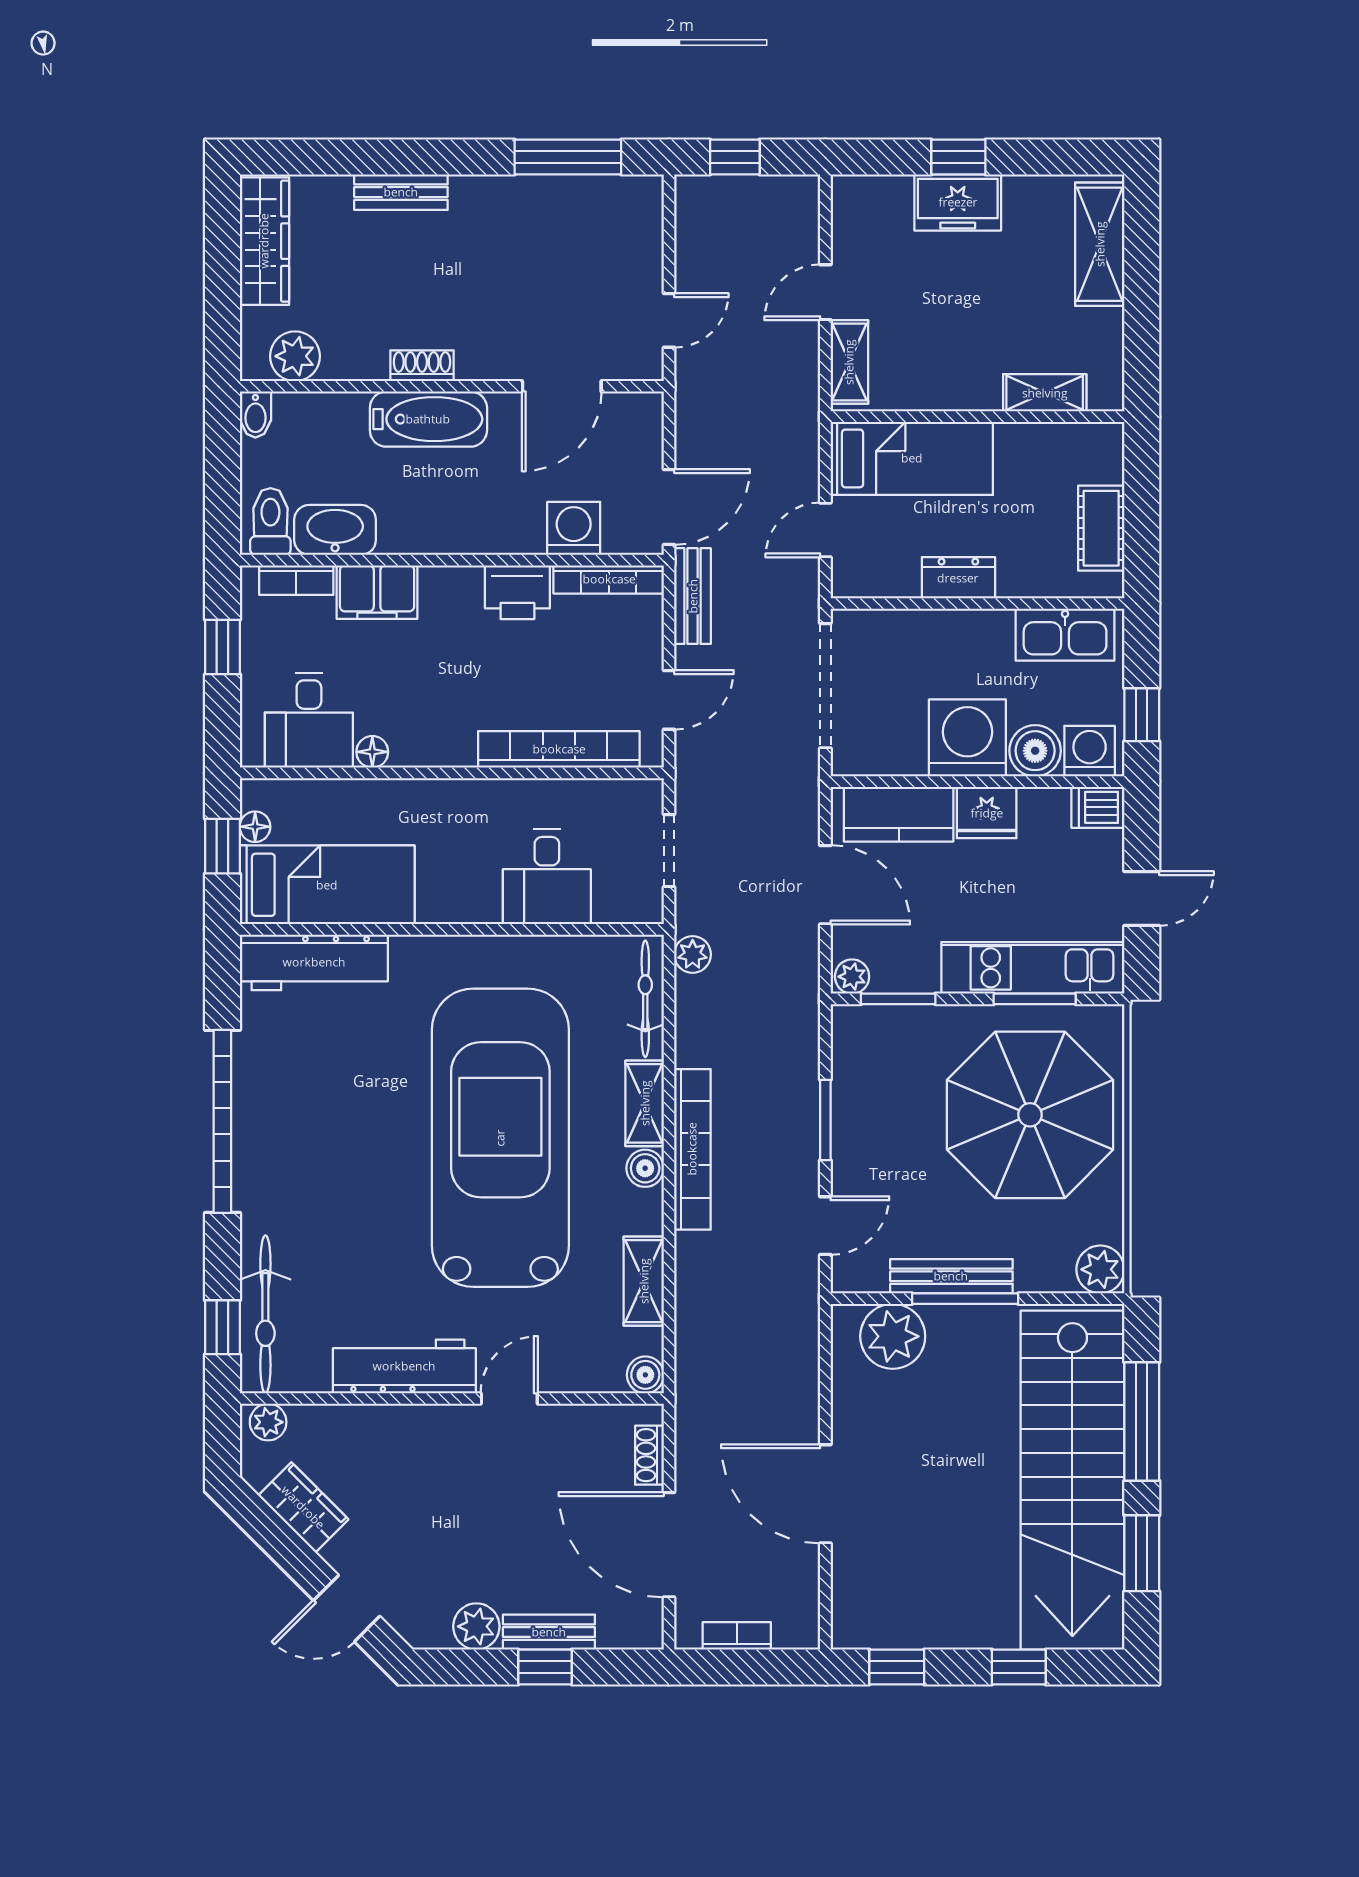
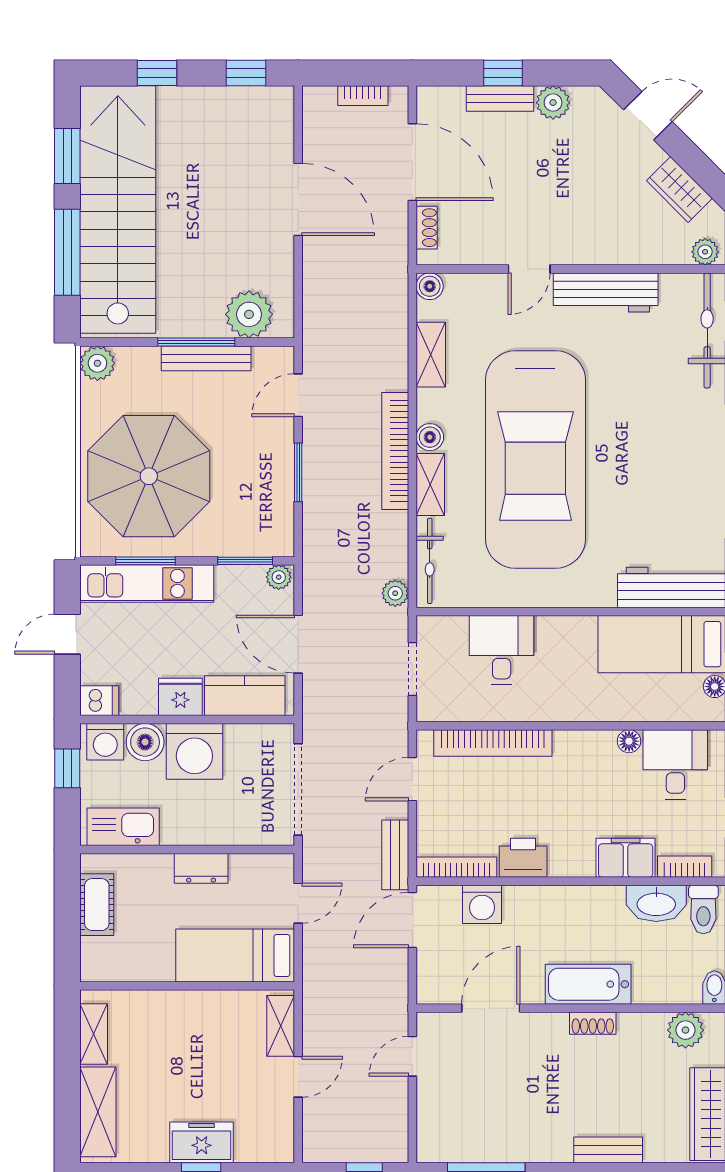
shelving: (1045, 393) -> (94, 1034), moved, turned 90

